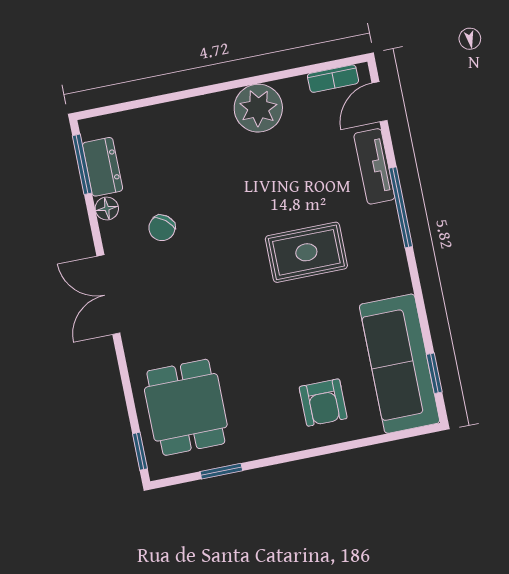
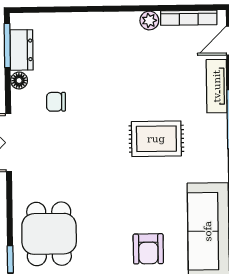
bookcase: (333, 79) -> (189, 18), width x1.56
plant: (258, 108) -> (149, 20), width x0.53, depth x0.53
chair: (162, 228) -> (56, 102), turned 51

